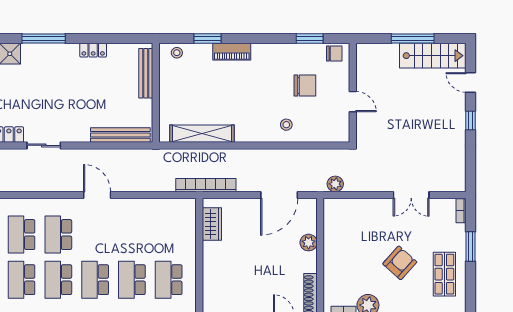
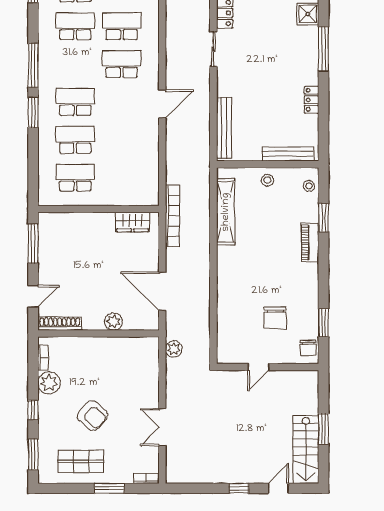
window: (413, 39) -> (323, 429), width x0.69
stool: (286, 125) -> (267, 180), moved
school desk: (58, 280) -> (75, 64), removed

